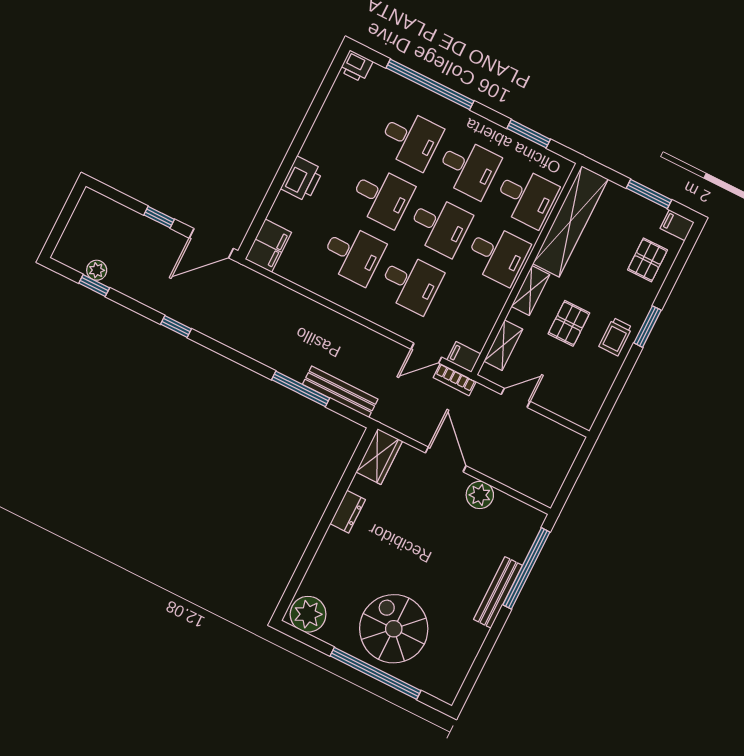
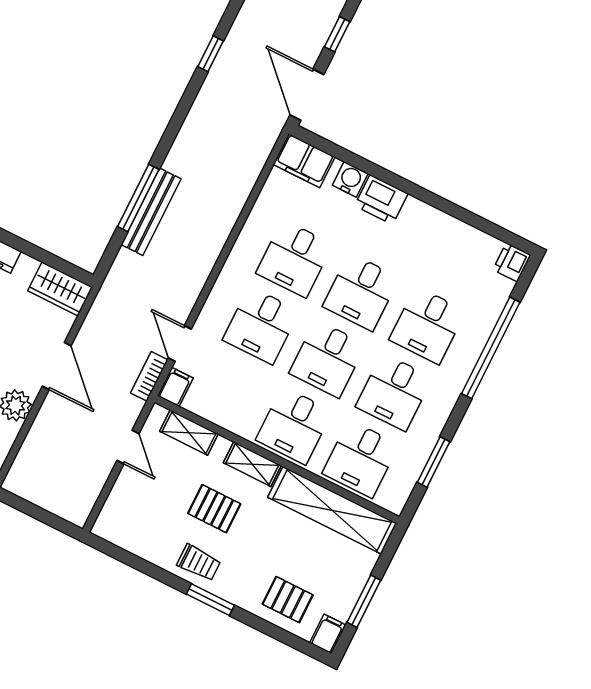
water cooler: (284, 206) -> (350, 179), added
trolley: (616, 337) -> (199, 563), turned 180
bench: (340, 392) -> (151, 212), moved
door: (446, 459) -> (57, 366), hinge flipped

